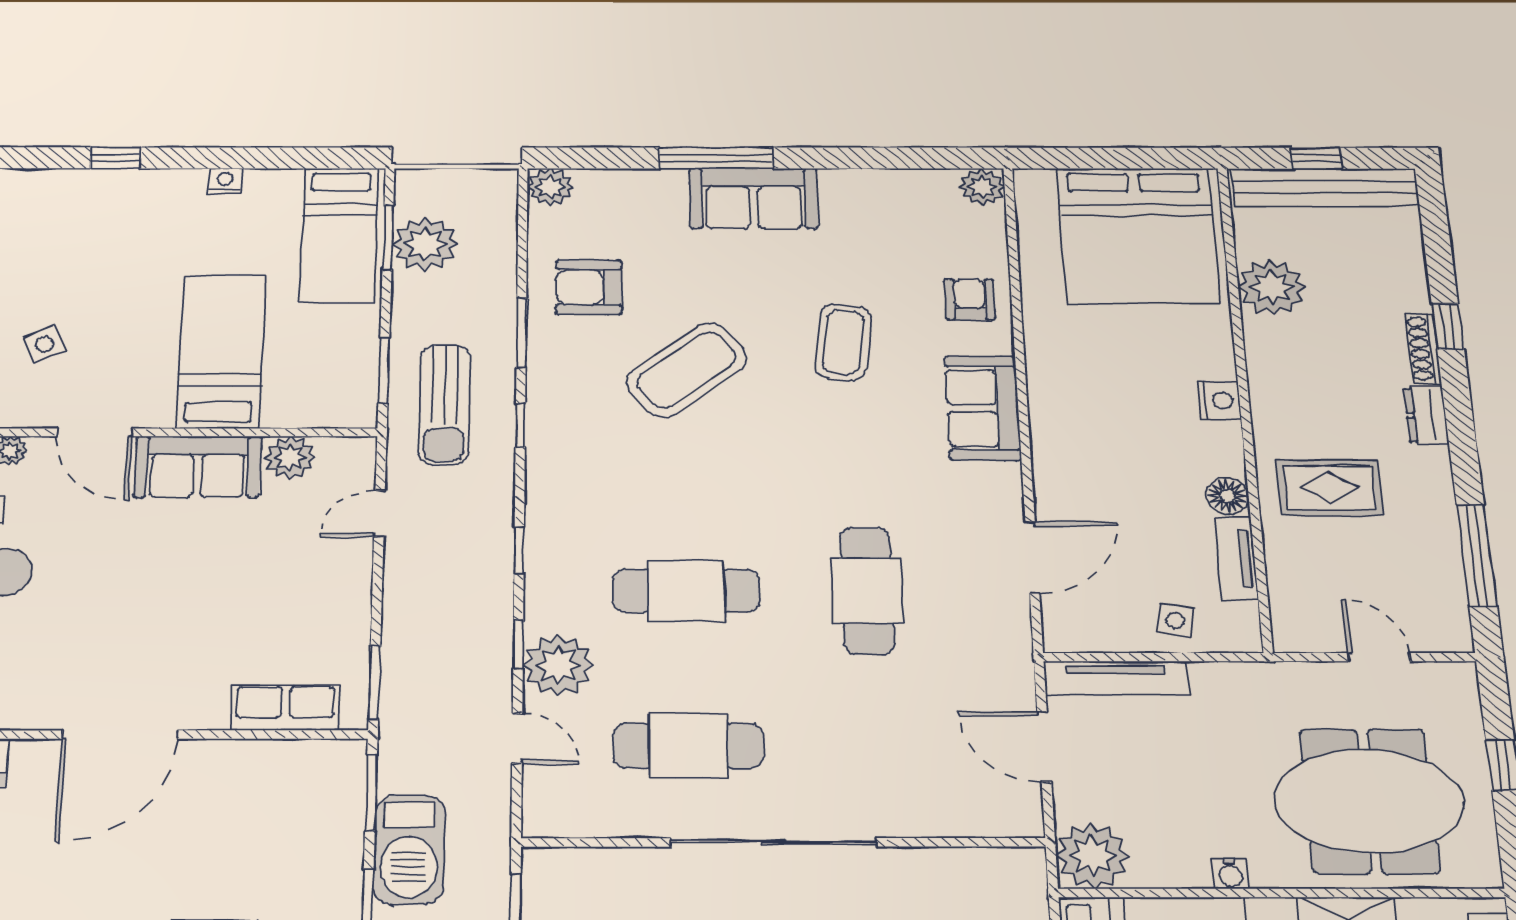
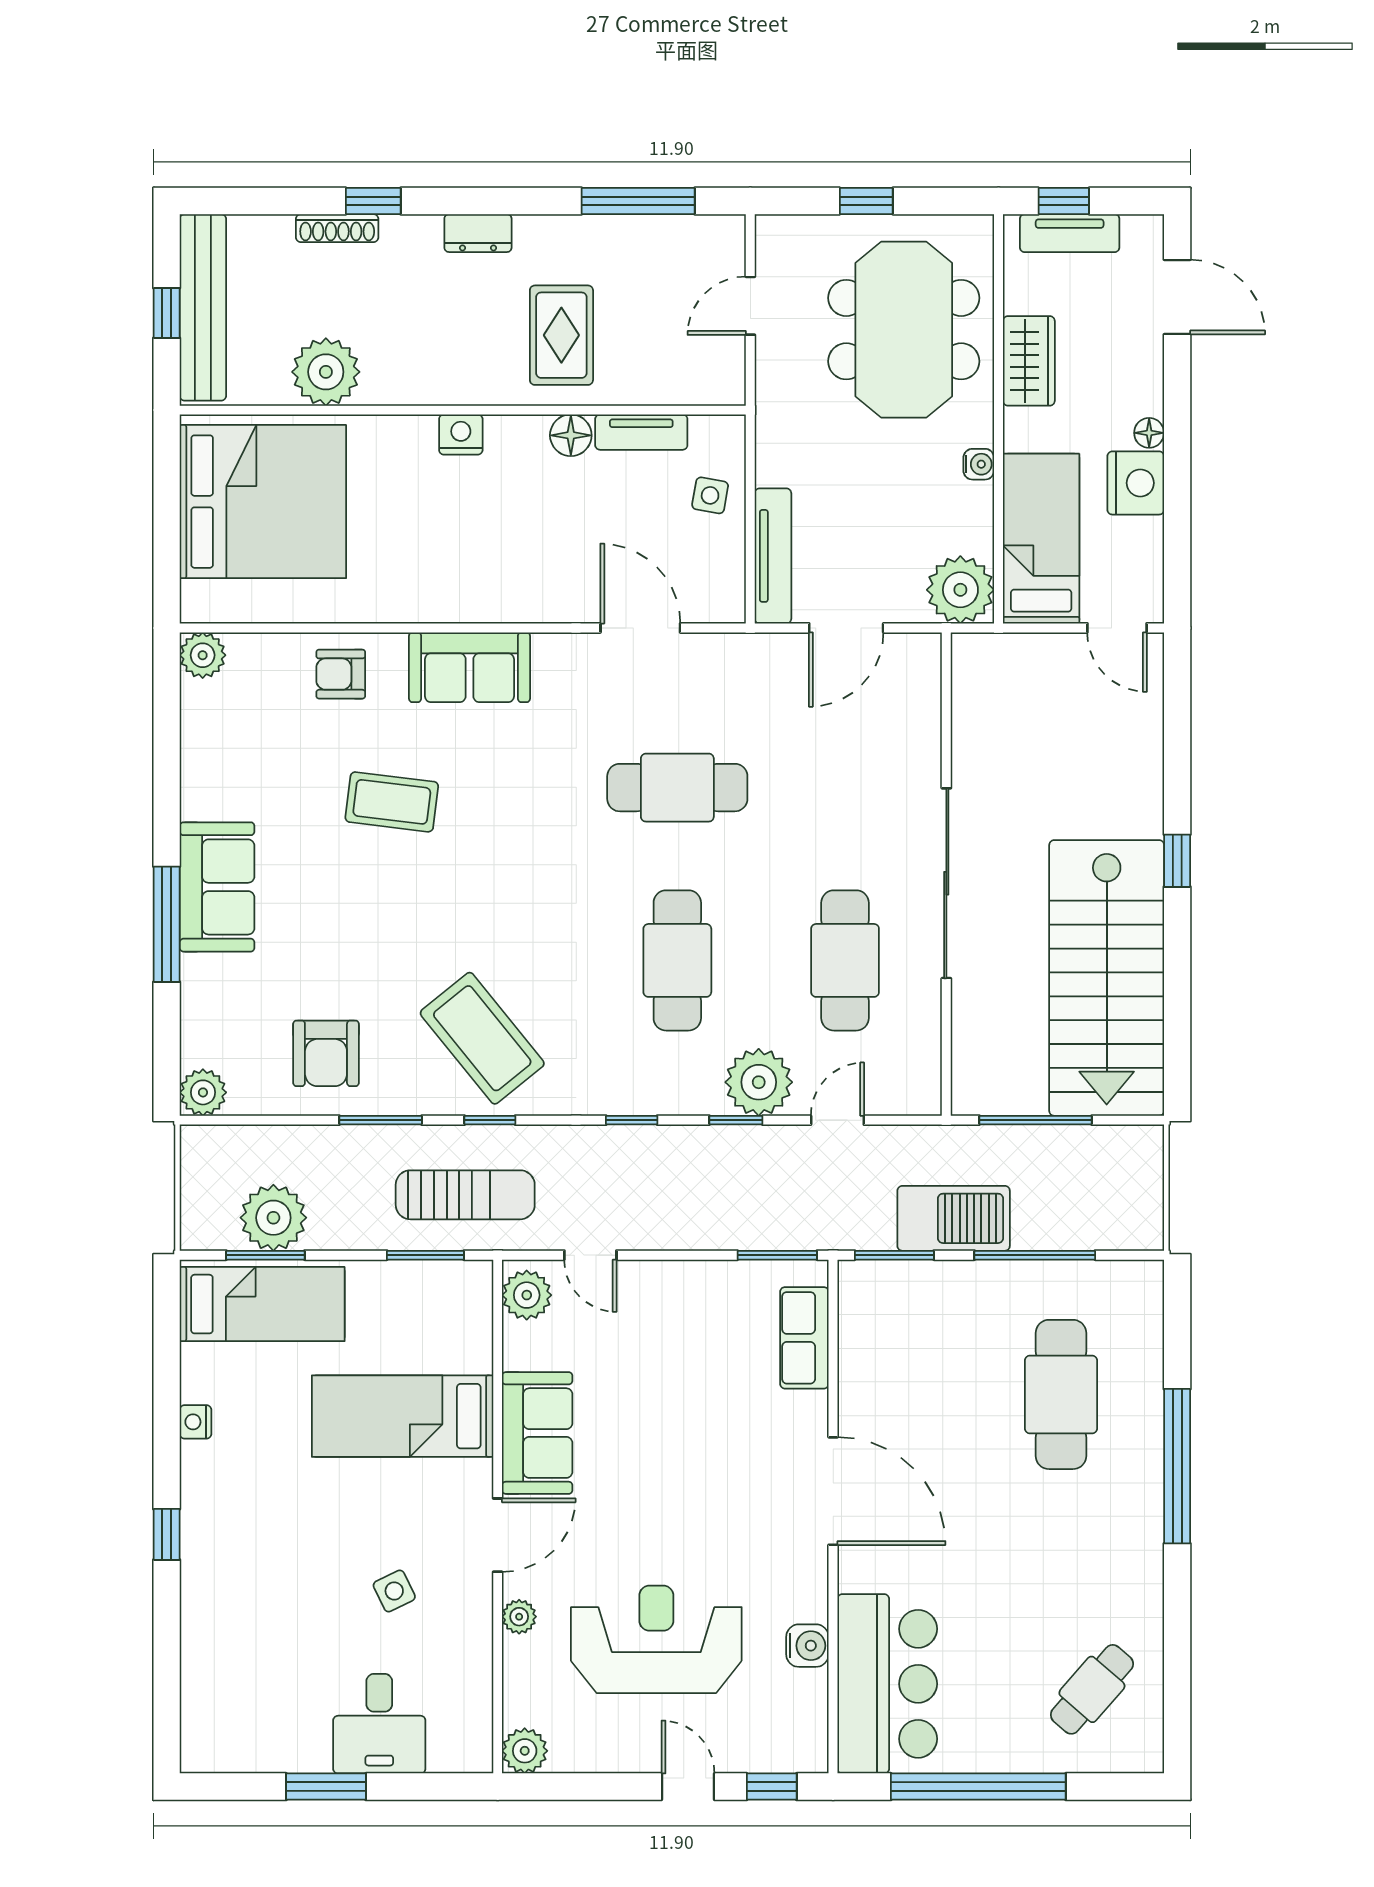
shoe rack: (1423, 349) -> (337, 228), moved
coffee table: (686, 370) -> (482, 1038), moved
plant: (290, 457) -> (527, 1295), moved

